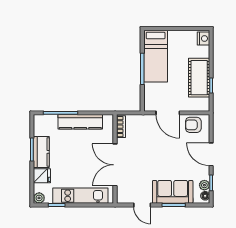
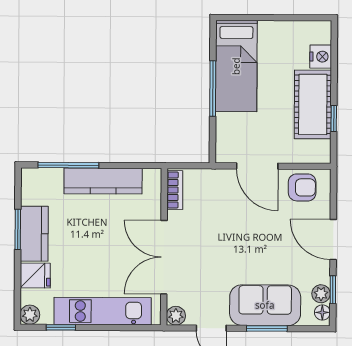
nightstand: (203, 38) -> (321, 57), moved
armchair: (193, 125) -> (302, 187), turned 180
plant: (122, 198) -> (176, 316), added

